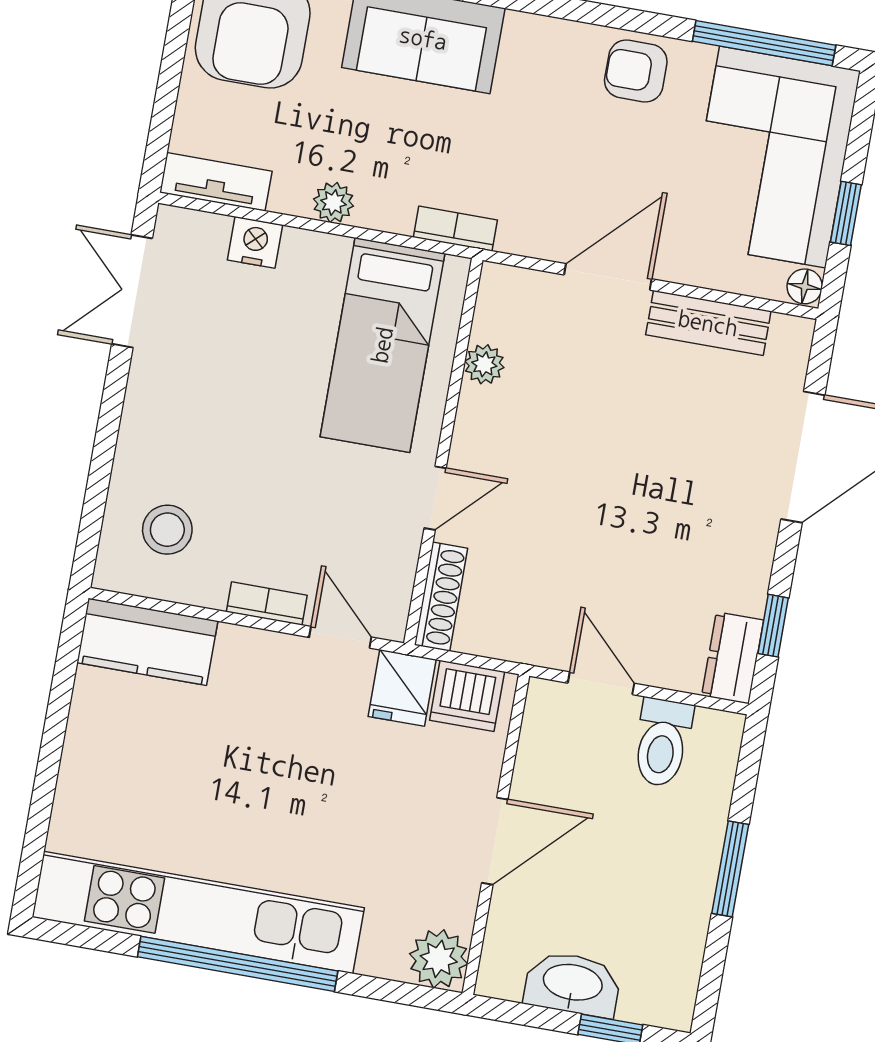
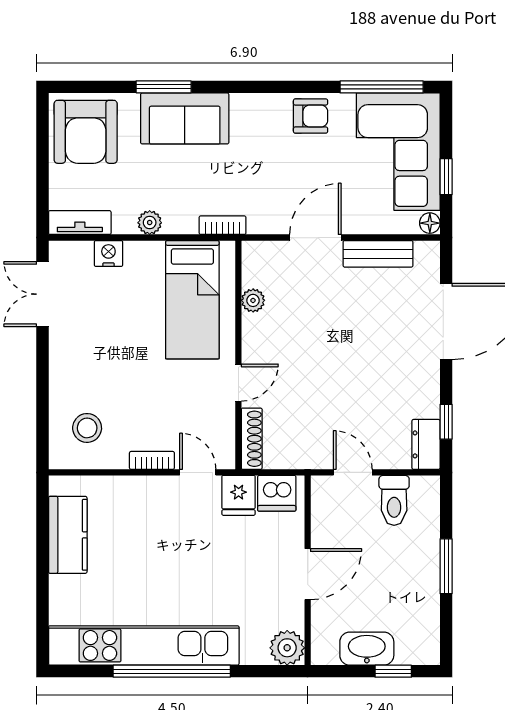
armchair: (636, 71) -> (311, 116), turned 180
kitchen counter: (147, 642) -> (68, 535), moved, turned -90

